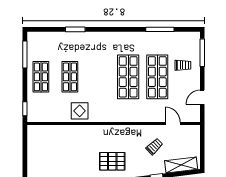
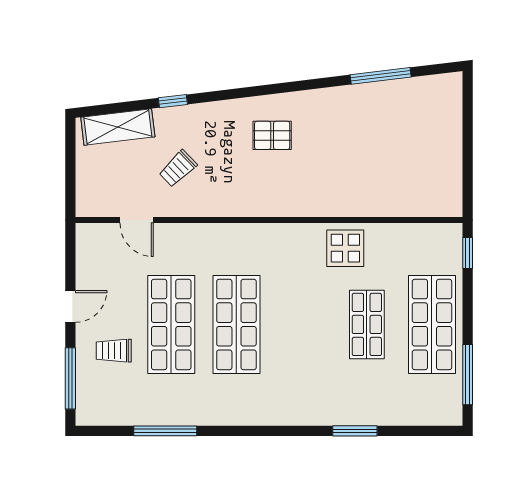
shop shelf: (41, 77) -> (432, 324), width x1.43, depth x1.36
door: (202, 97) -> (70, 306), moved
pallet: (112, 161) -> (272, 135), width x0.67, depth x0.71

